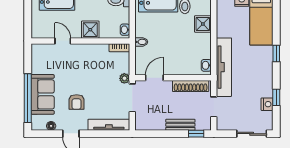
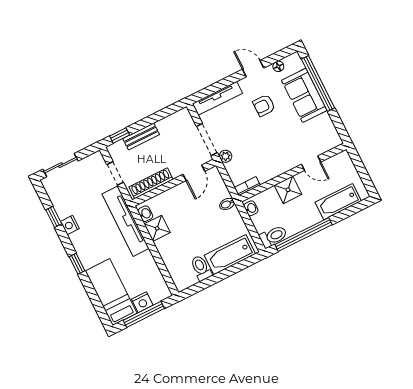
shower: (203, 24) -> (157, 228), moved
armchair: (77, 102) -> (264, 105), turned -90
nightstand: (267, 104) -> (70, 225), moved

